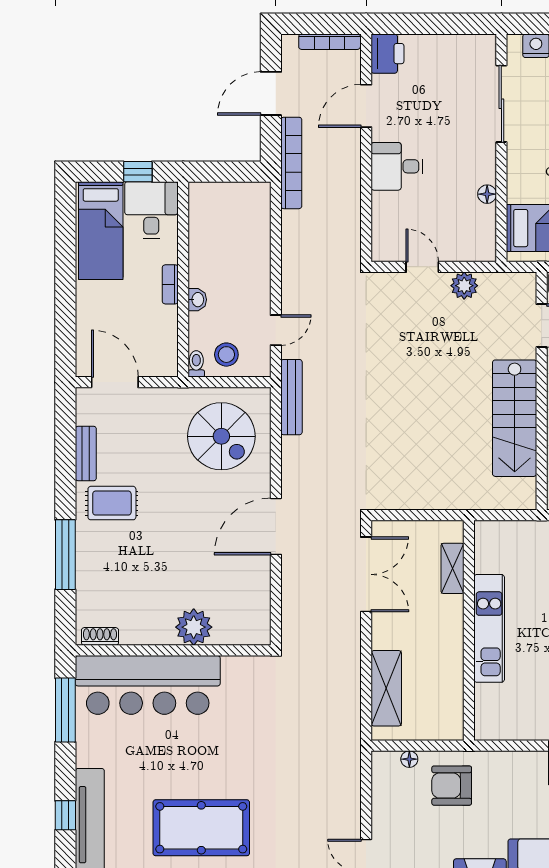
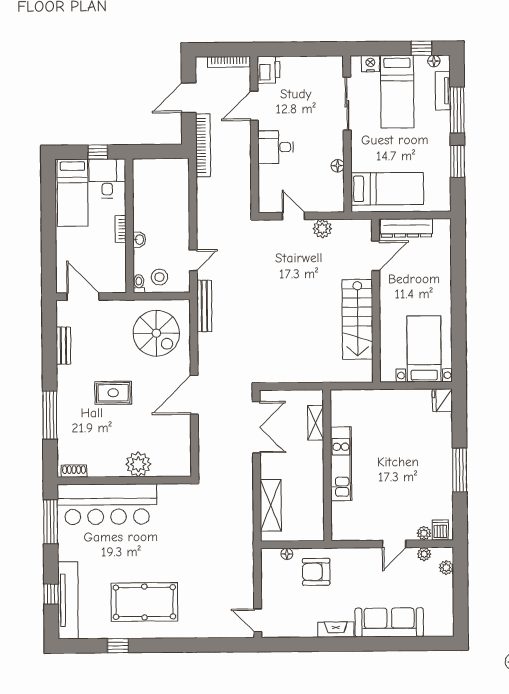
rug: (112, 503) -> (113, 393), moved

